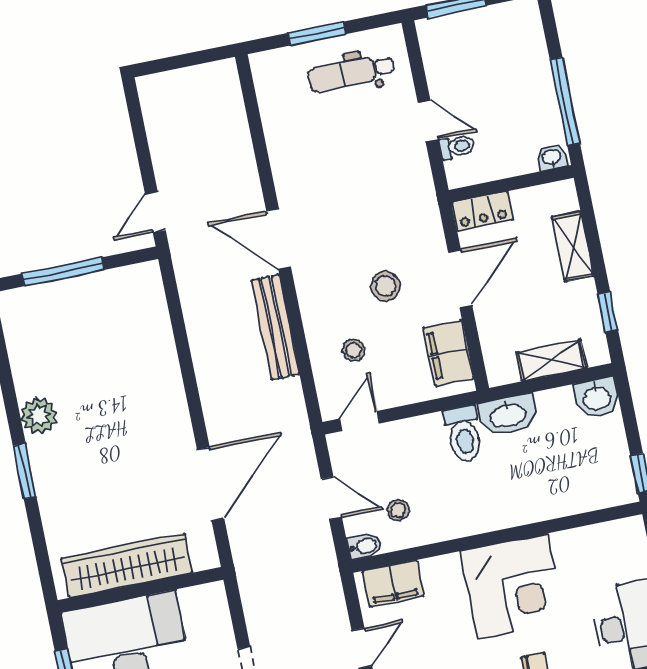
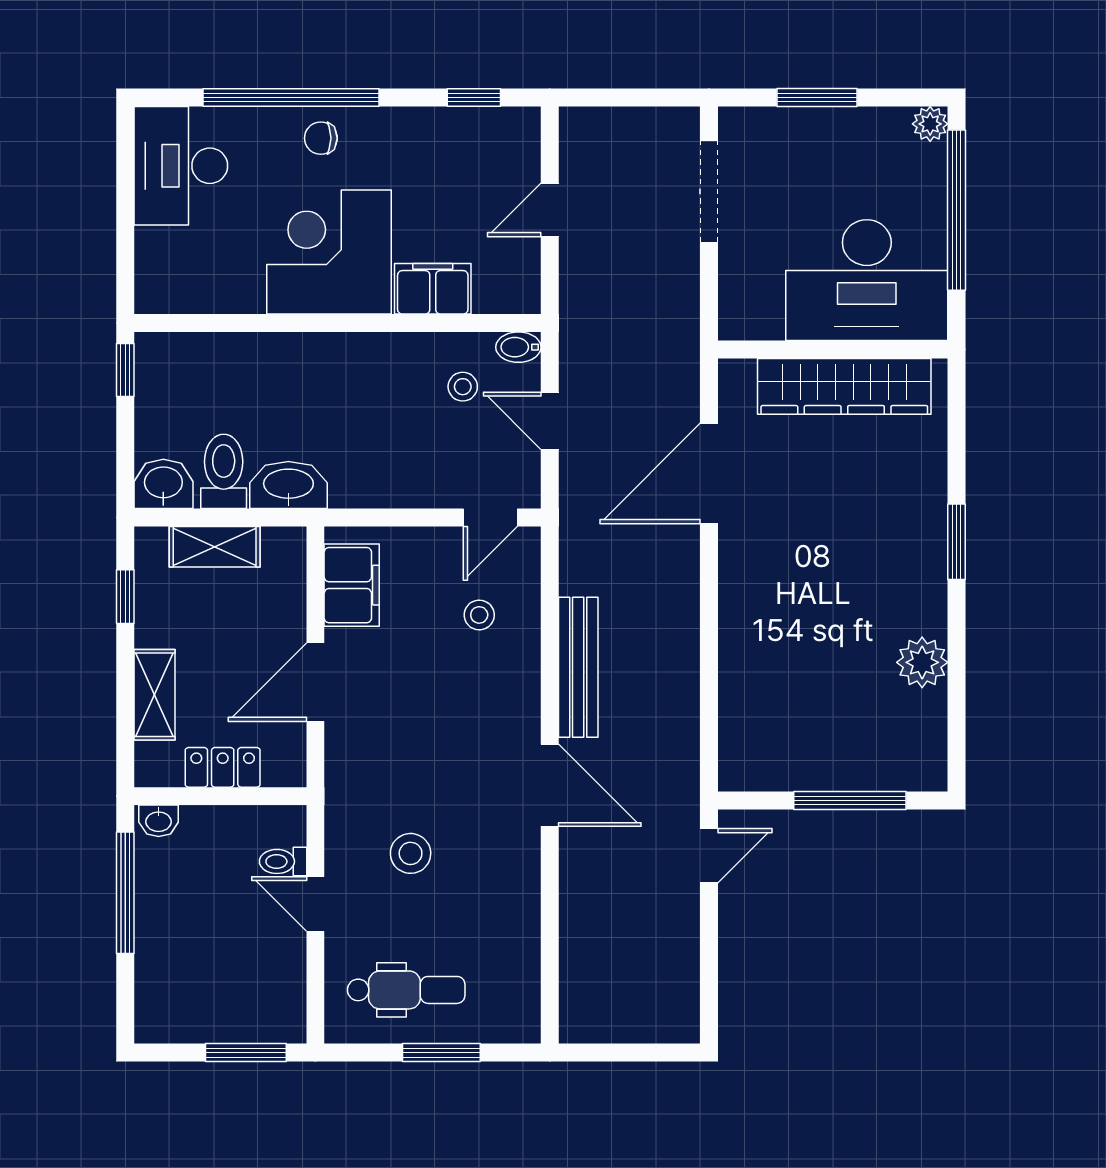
locker: (482, 211) -> (223, 767), moved
stool: (385, 286) -> (411, 853), moved
plant: (39, 416) -> (922, 662), moved
toilet: (464, 434) -> (224, 471), moved
filing cabinet: (393, 584) -> (433, 289), moved

